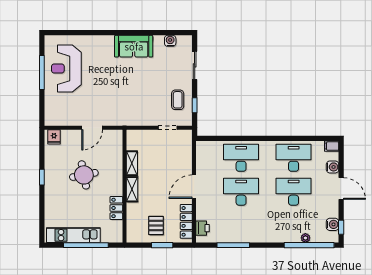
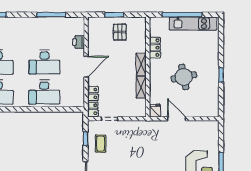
door: (92, 128) -> (176, 119), hinge flipped
fridge: (54, 137) -> (155, 111), moved
locker: (186, 221) -> (93, 101), moved
printer: (202, 228) -> (79, 42), moved

